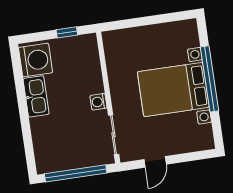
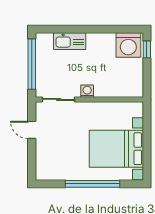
window: (67, 32) -> (147, 49), moved
bed with nightstands: (173, 90) -> (116, 149), moved, turned -90
kitchen sink: (36, 96) -> (70, 41), moved

